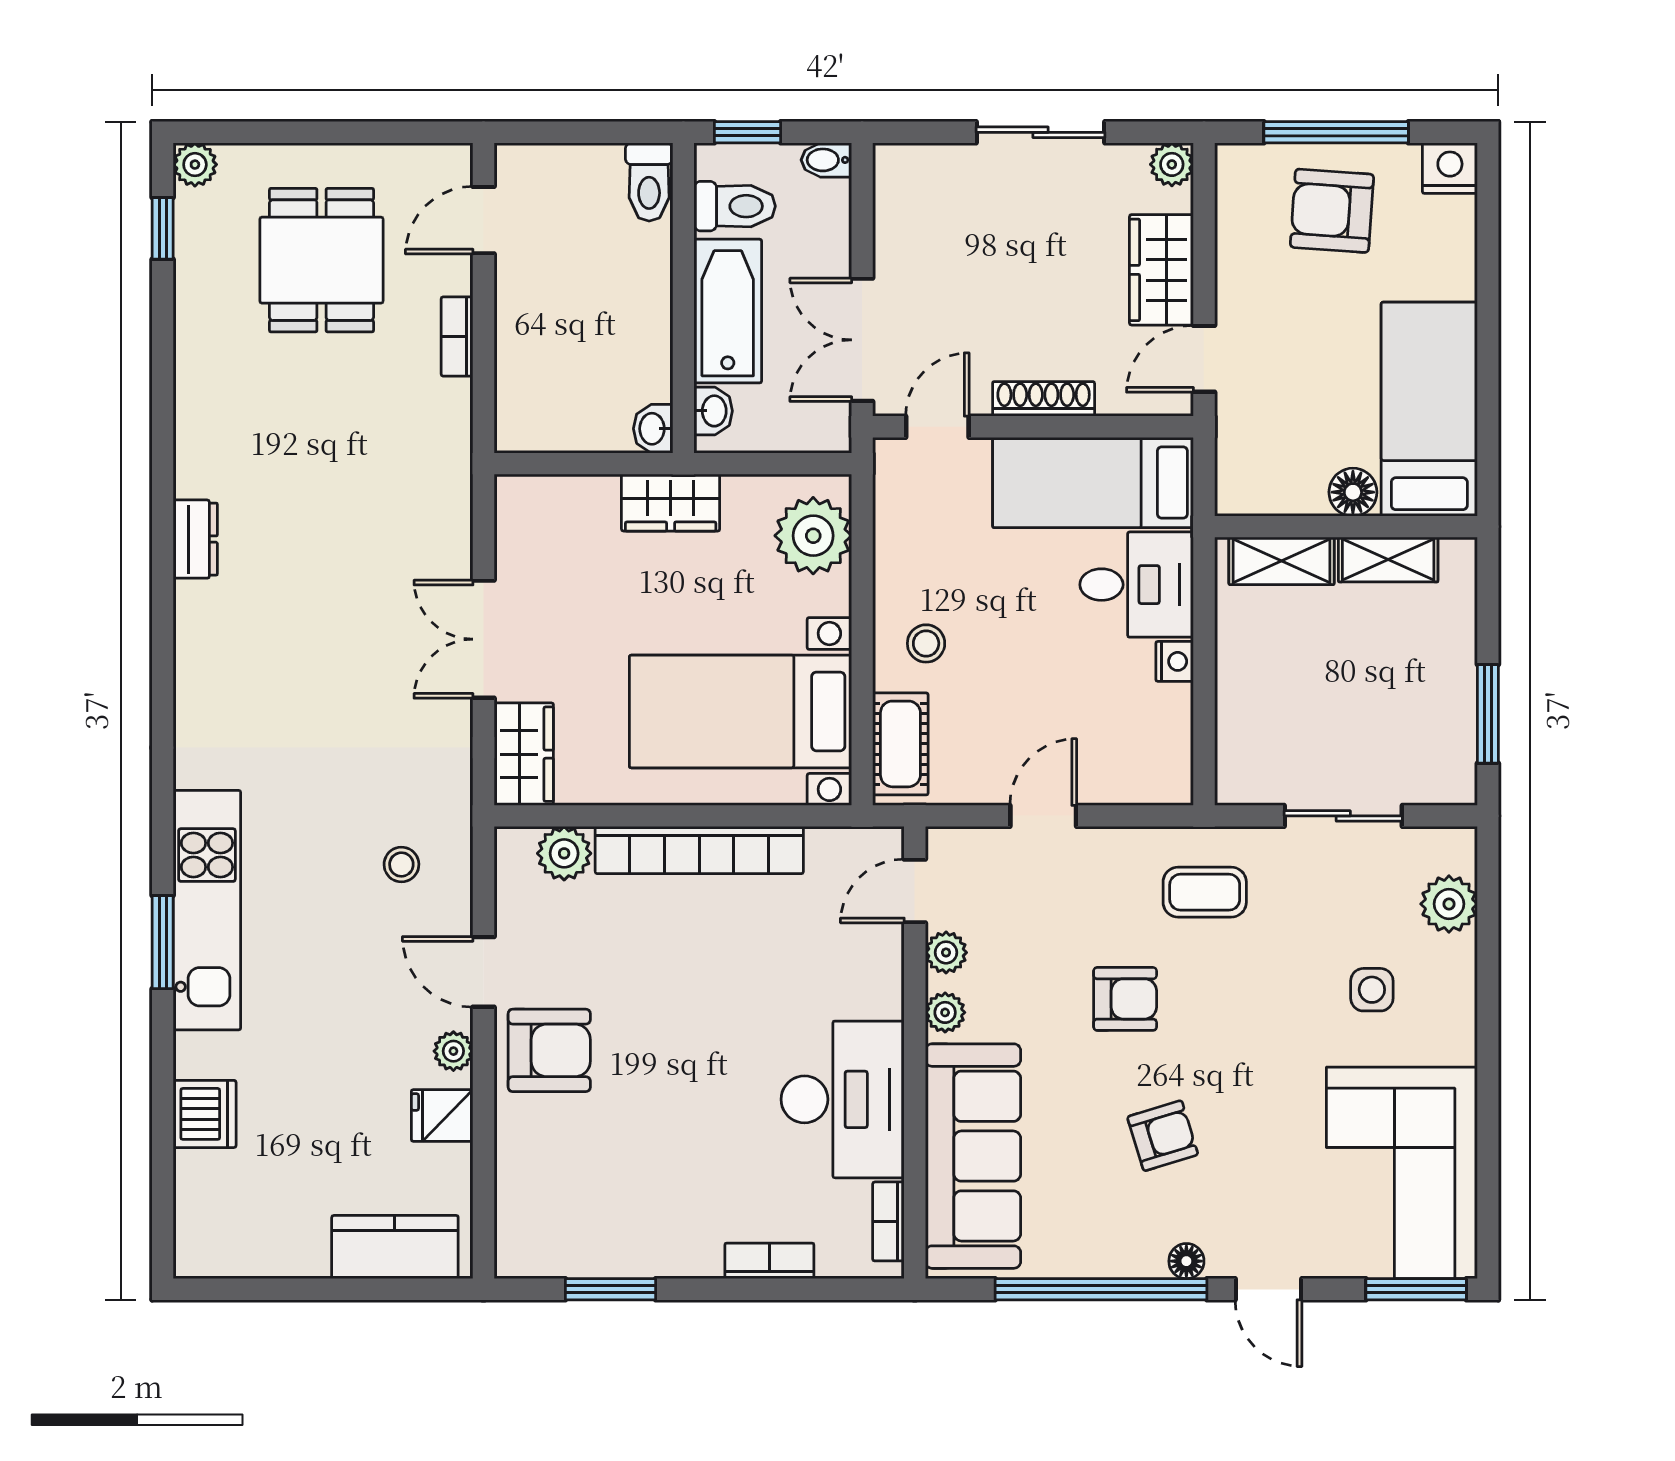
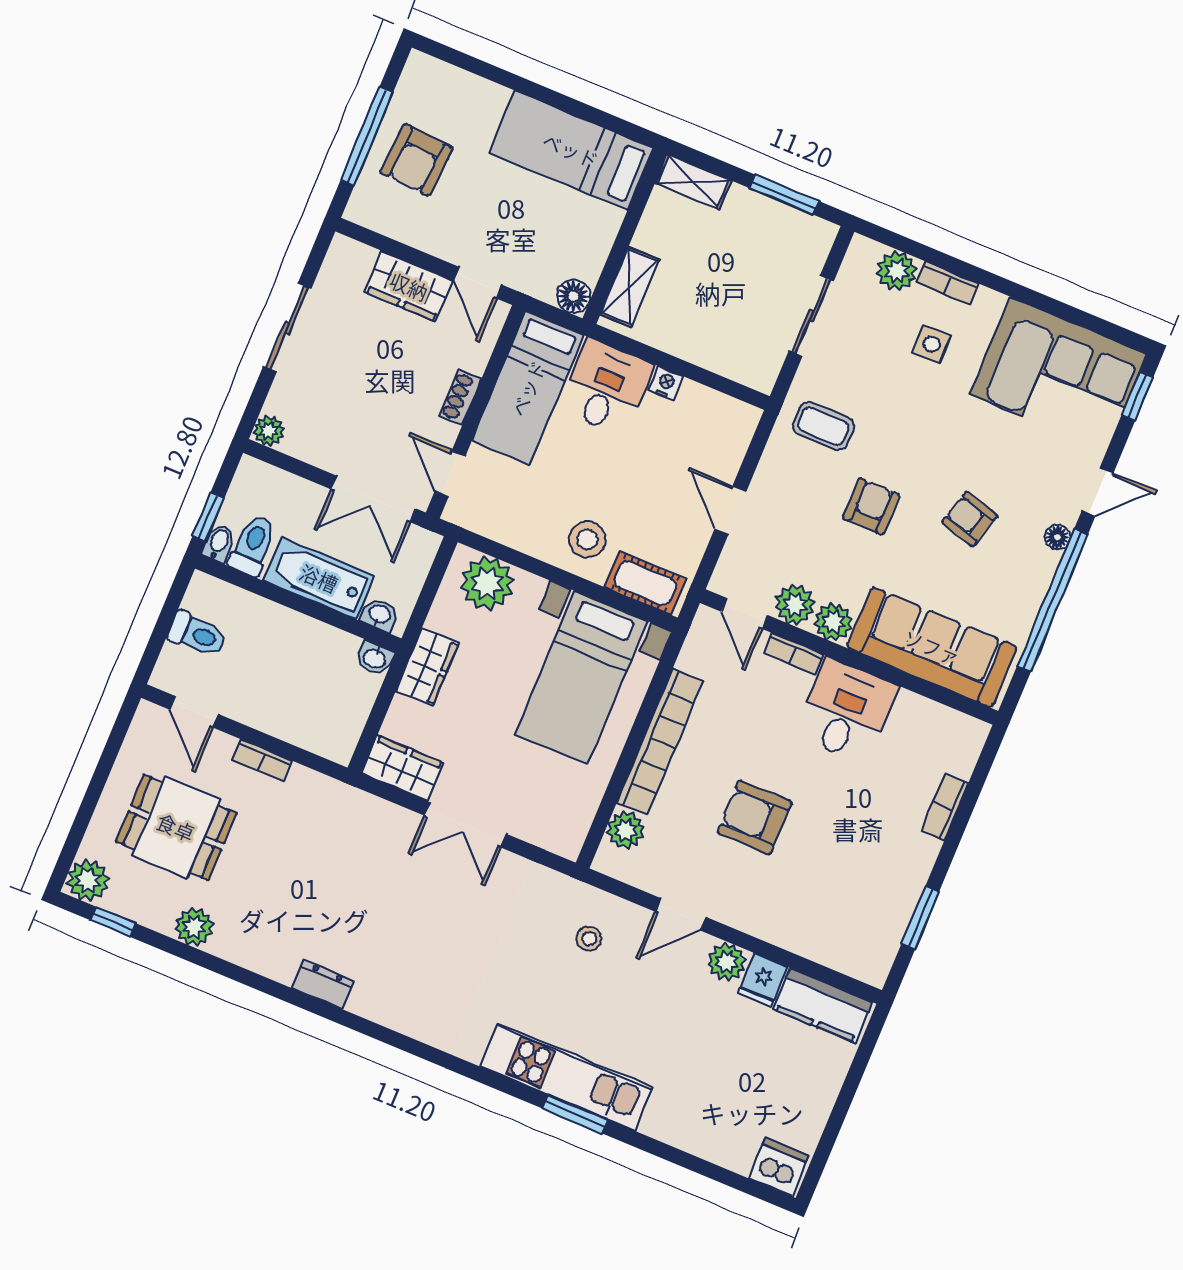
bidet: (826, 160) -> (219, 543), moved, turned 180
plant: (1172, 164) -> (269, 431), moved
plant: (195, 165) -> (88, 881), width x1.38, depth x1.38
nightstand: (1450, 168) -> (421, 72), removed
toilet: (649, 182) -> (197, 634), moved
plant: (201, 338) -> (194, 927), added
shoe rack: (1044, 399) -> (461, 397), width x0.70
floor lamp: (1353, 492) -> (574, 296), moved
shelving: (1388, 560) -> (693, 182), moved, turned 90
stool: (926, 643) -> (587, 539), width x1.37, depth x1.37
wardrobe: (524, 754) -> (402, 768), moved
coffee table: (1205, 892) -> (823, 426), turned 90
plant: (946, 952) -> (795, 605), width x1.38, depth x1.38
bookcase: (1461, 978) -> (948, 283), added
plant: (945, 1012) -> (833, 622), width x1.38, depth x1.38
armchair: (549, 1050) -> (755, 817), moved, turned -90
plant: (453, 1051) -> (727, 962), width x1.38, depth x1.38
desk: (843, 1099) -> (846, 711), width x0.73
dishwasher: (205, 1114) -> (779, 1167), moved
armchair: (1163, 1136) -> (970, 519), turned -57
bookcase: (888, 1221) -> (793, 654), moved
kitchen counter: (395, 1247) -> (823, 1006), moved, turned -90
window: (1416, 1289) -> (1137, 396), width x0.67

